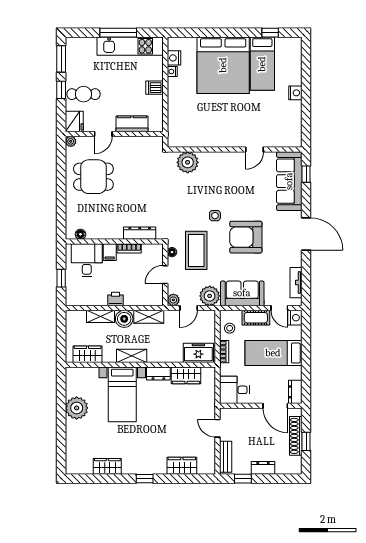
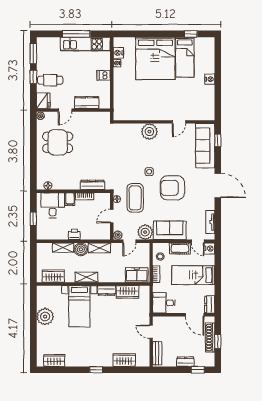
plant: (188, 162) -> (149, 132), moved
wardrobe: (107, 466) -> (54, 360), moved
window: (243, 479) -> (198, 370), moved

